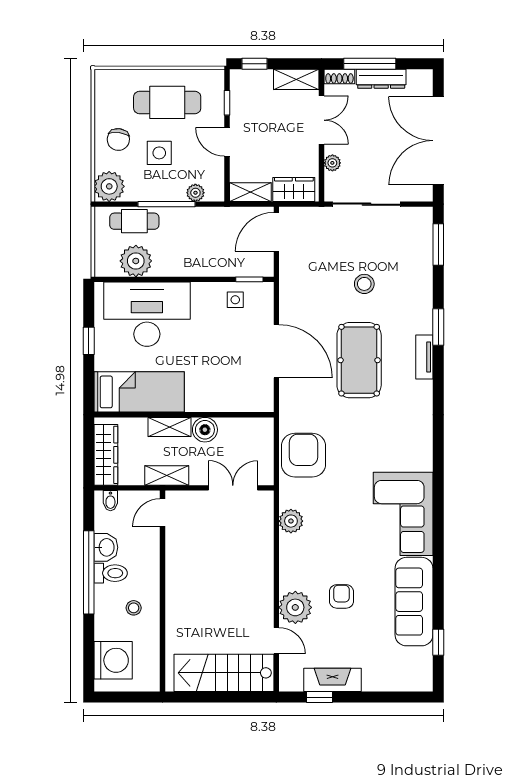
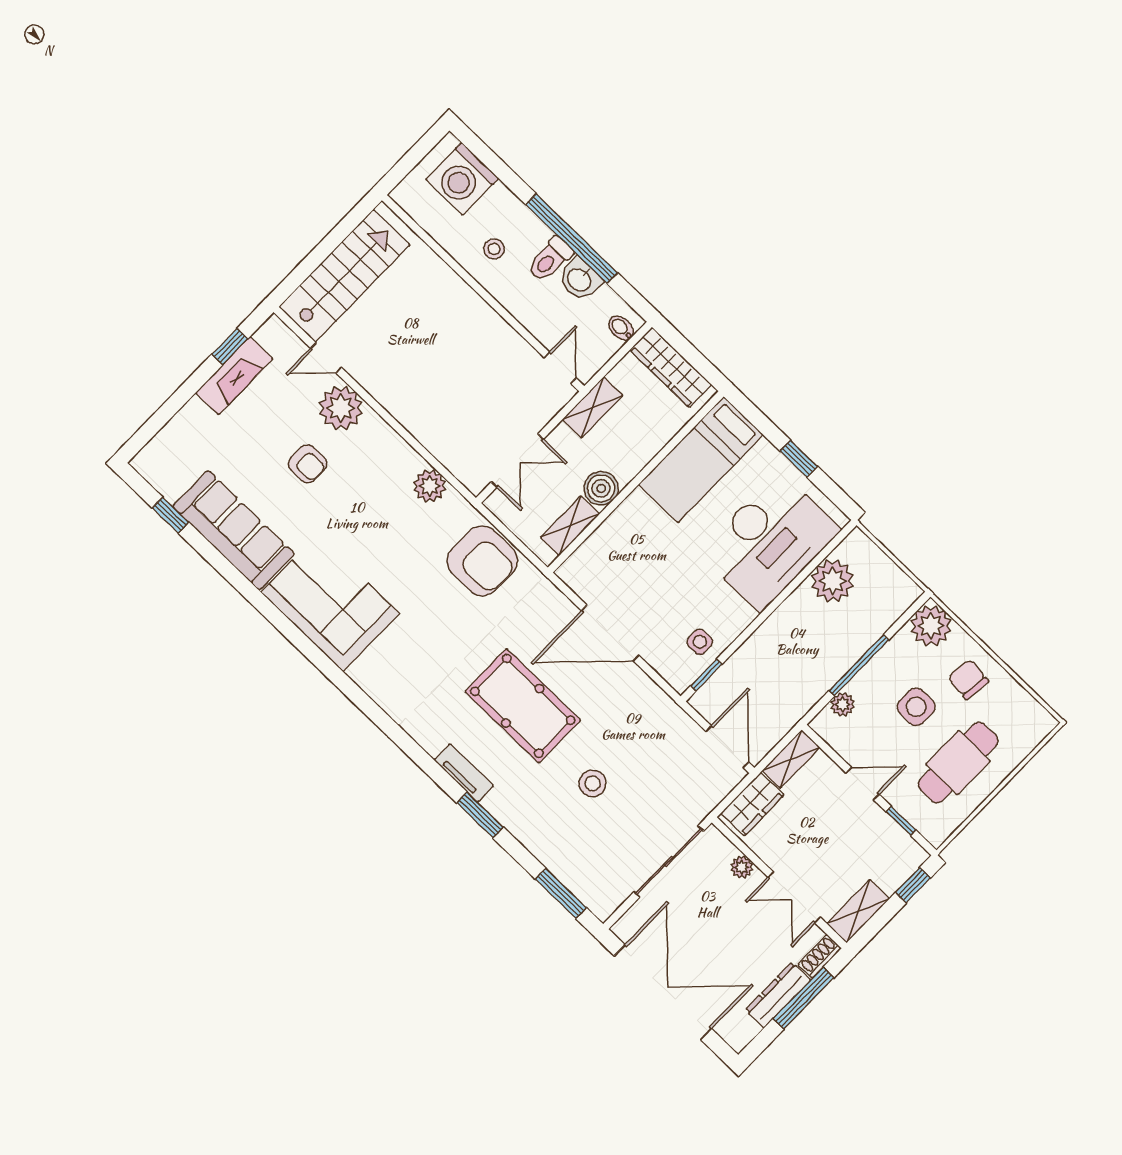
cafe table: (134, 221) -> (873, 617), removed
shelving: (169, 427) -> (570, 526), moved

